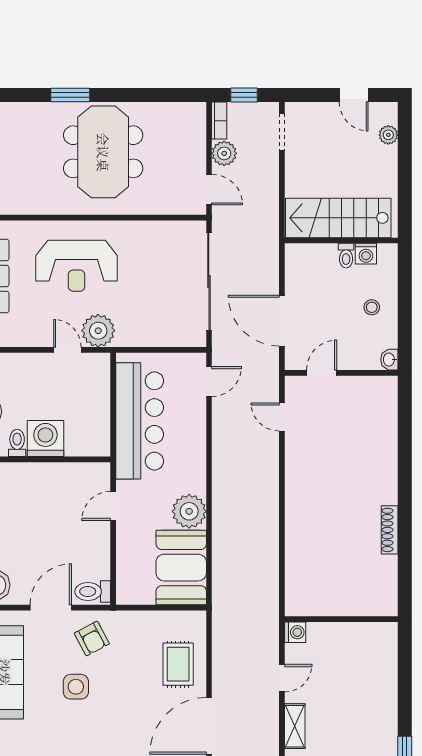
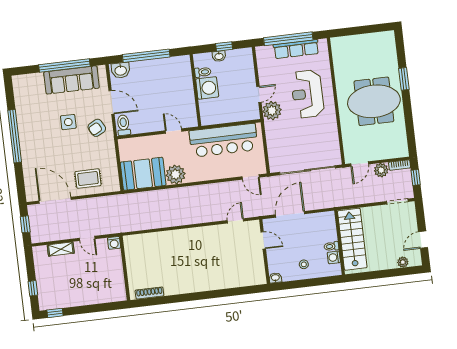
shoe rack: (390, 530) -> (149, 293), moved

